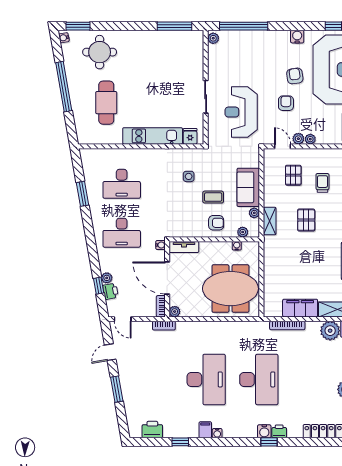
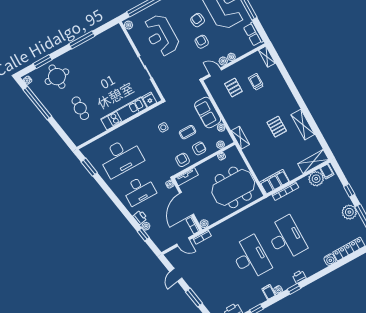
window: (78, 26) -> (43, 62), moved
window: (174, 26) -> (82, 40), moved
window: (64, 87) -> (37, 103), moved
cafe table: (106, 103) -> (80, 108), width x0.73, depth x0.74
reception desk: (241, 112) -> (161, 35), moved
desk: (122, 184) -> (121, 157), width x1.36, depth x1.30
window: (83, 194) -> (89, 167), moved
pallet: (306, 220) -> (277, 127), moved
shelving: (270, 221) -> (240, 138), moved
armchair: (190, 225) -> (183, 160), added
door: (167, 278) -> (187, 204), hinge flipped
printer: (110, 291) -> (140, 217), moved
filing cabinet: (300, 308) -> (274, 182), moved
door: (123, 319) -> (183, 242), moved
water cooler: (264, 431) -> (330, 260), moved
printer: (279, 431) -> (299, 277), moved
window: (269, 442) -> (294, 289), moved

